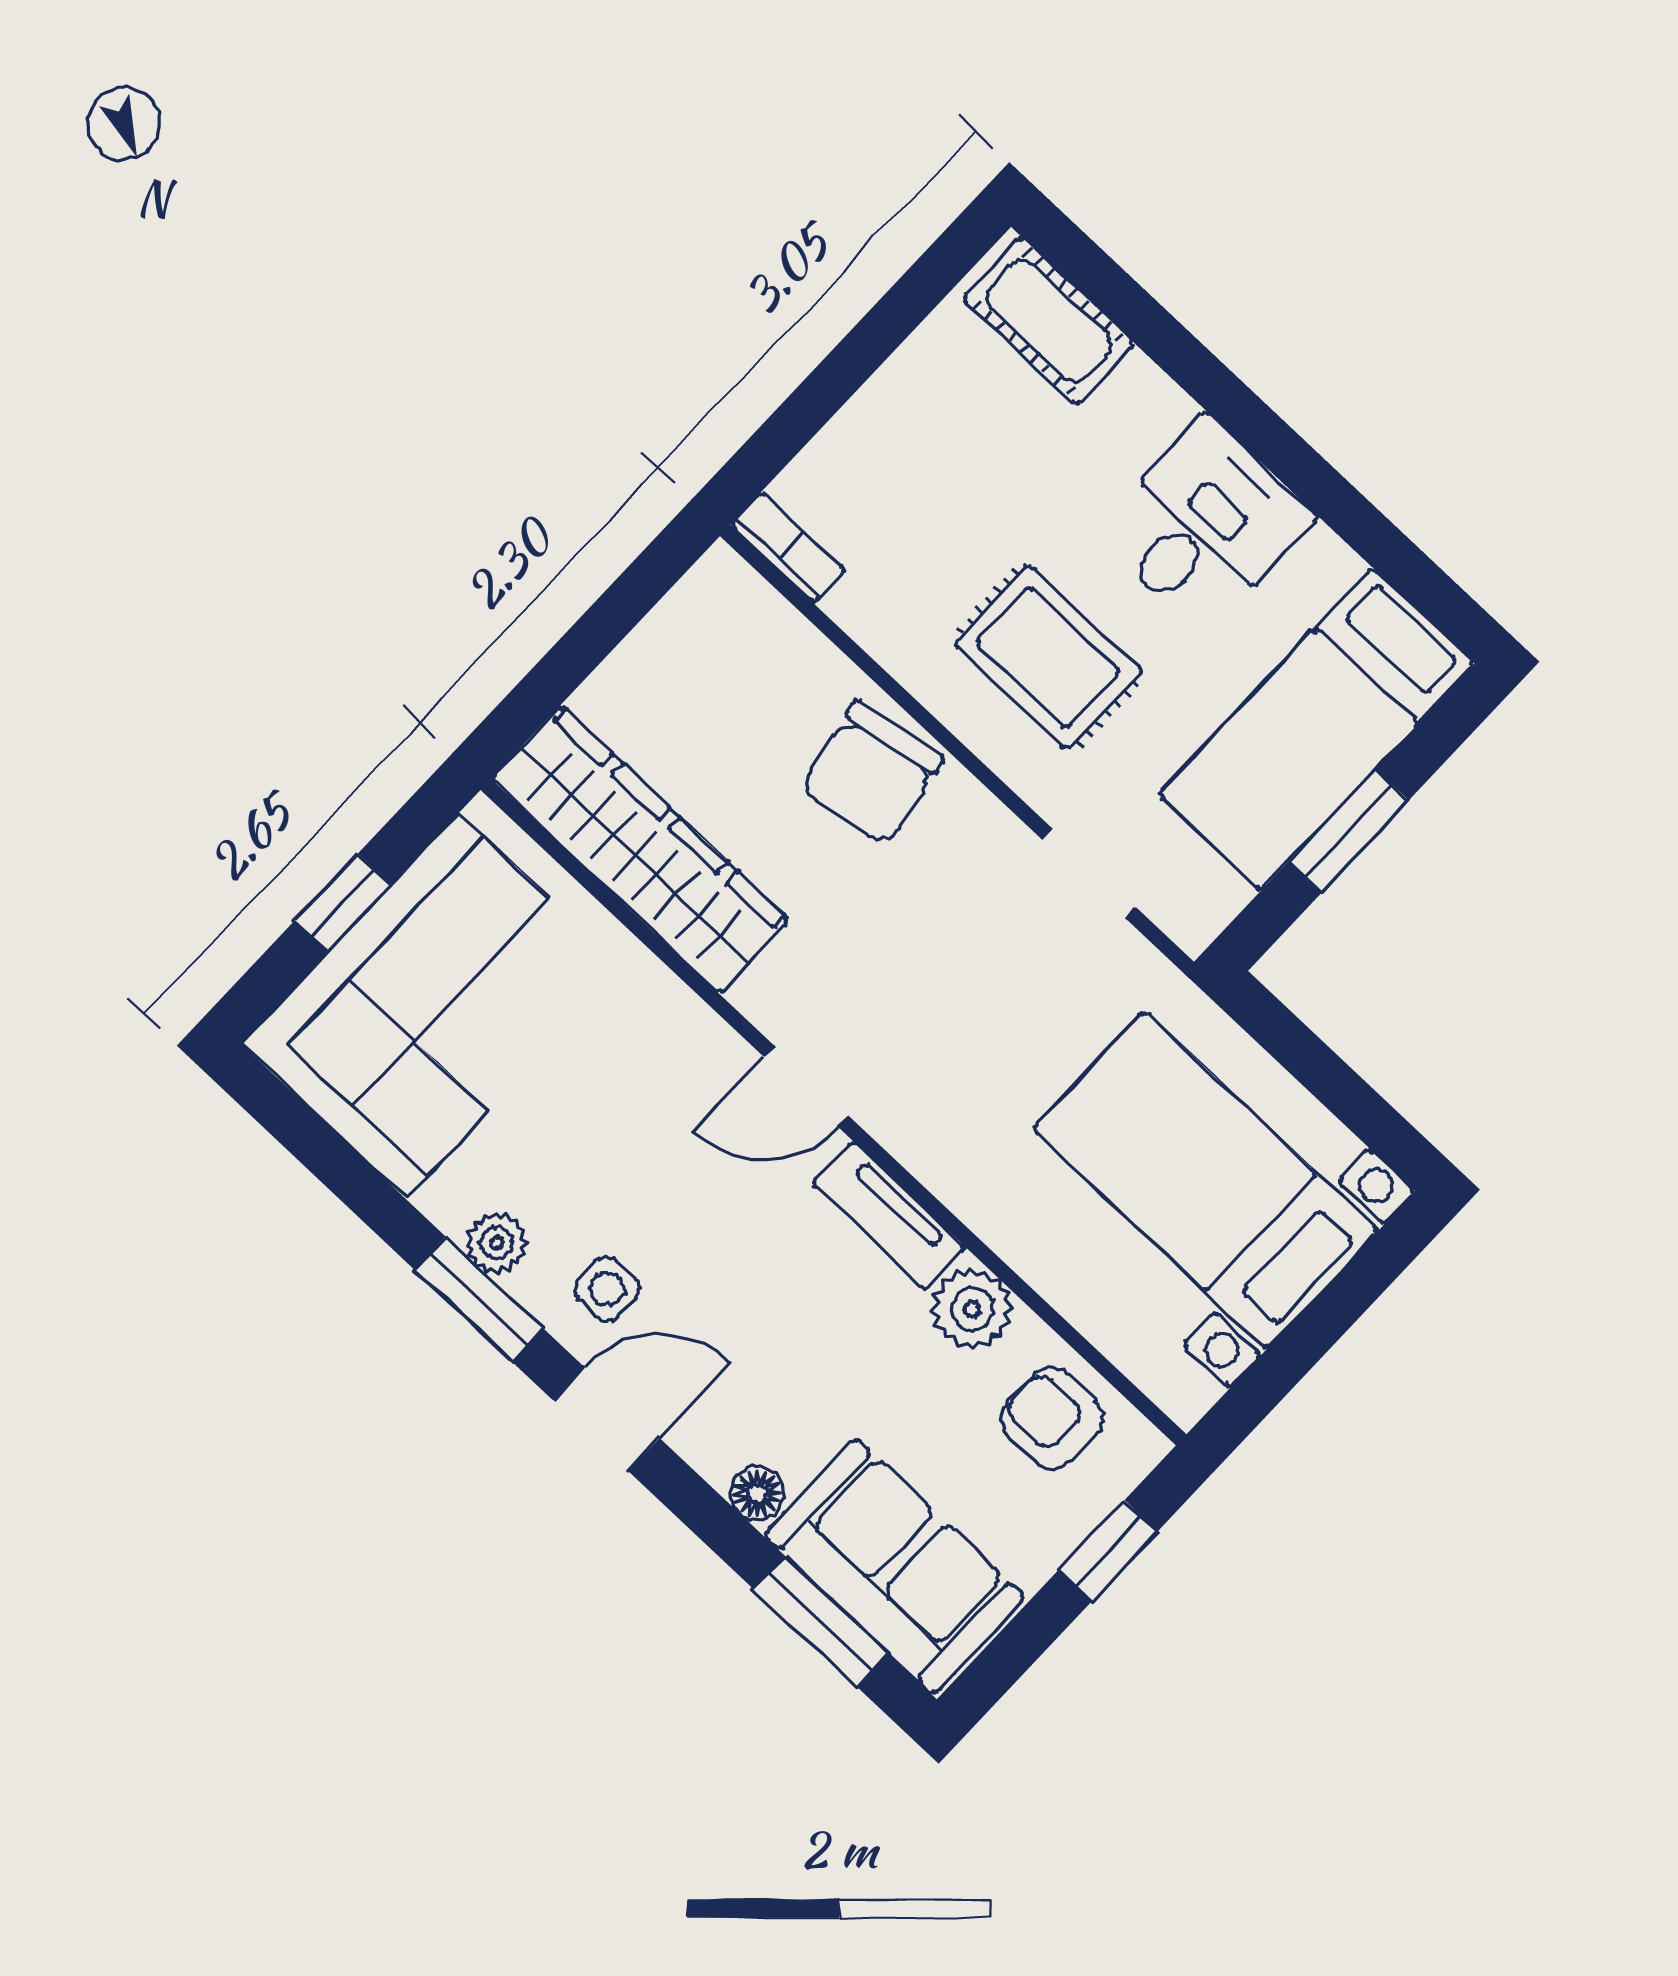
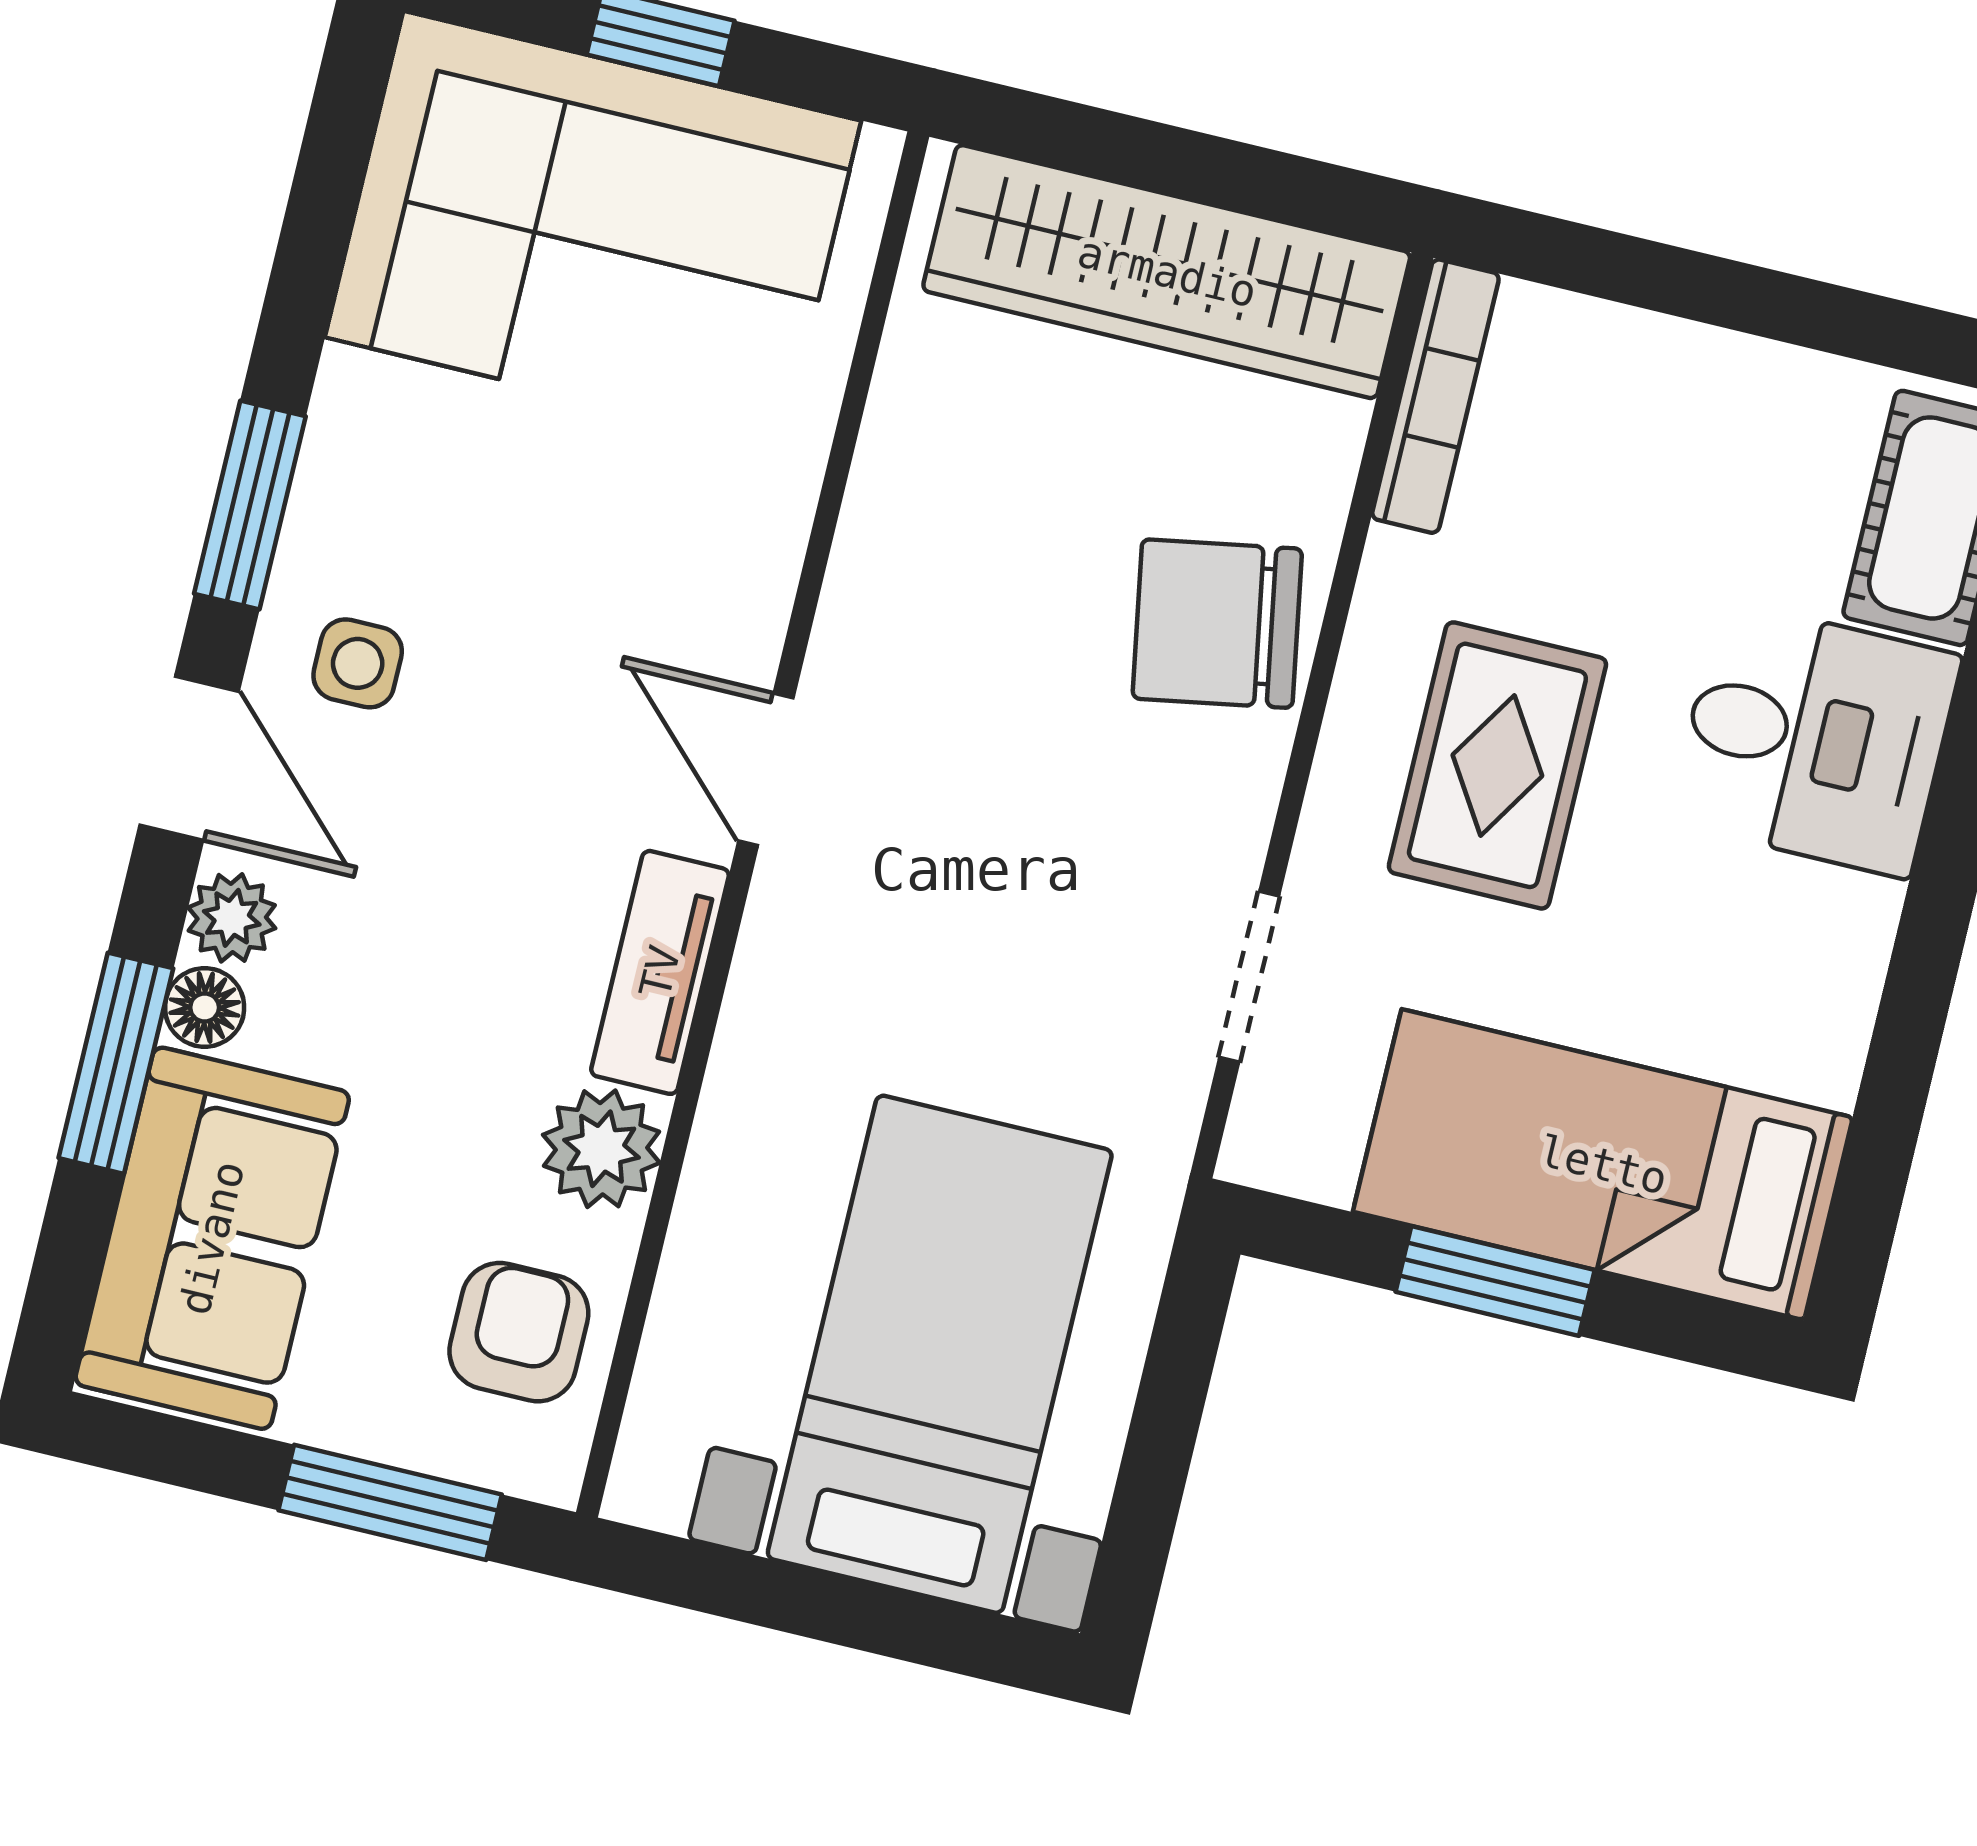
desk: (1205, 525) -> (1815, 739), moved
bookcase: (788, 548) -> (1435, 396), width x1.56
wardrobe: (640, 850) -> (1167, 272), moved, turned 90
plant: (497, 1243) -> (232, 918), moved
window: (1108, 1551) -> (390, 1502), width x1.50
window: (821, 1622) -> (116, 1063), moved

